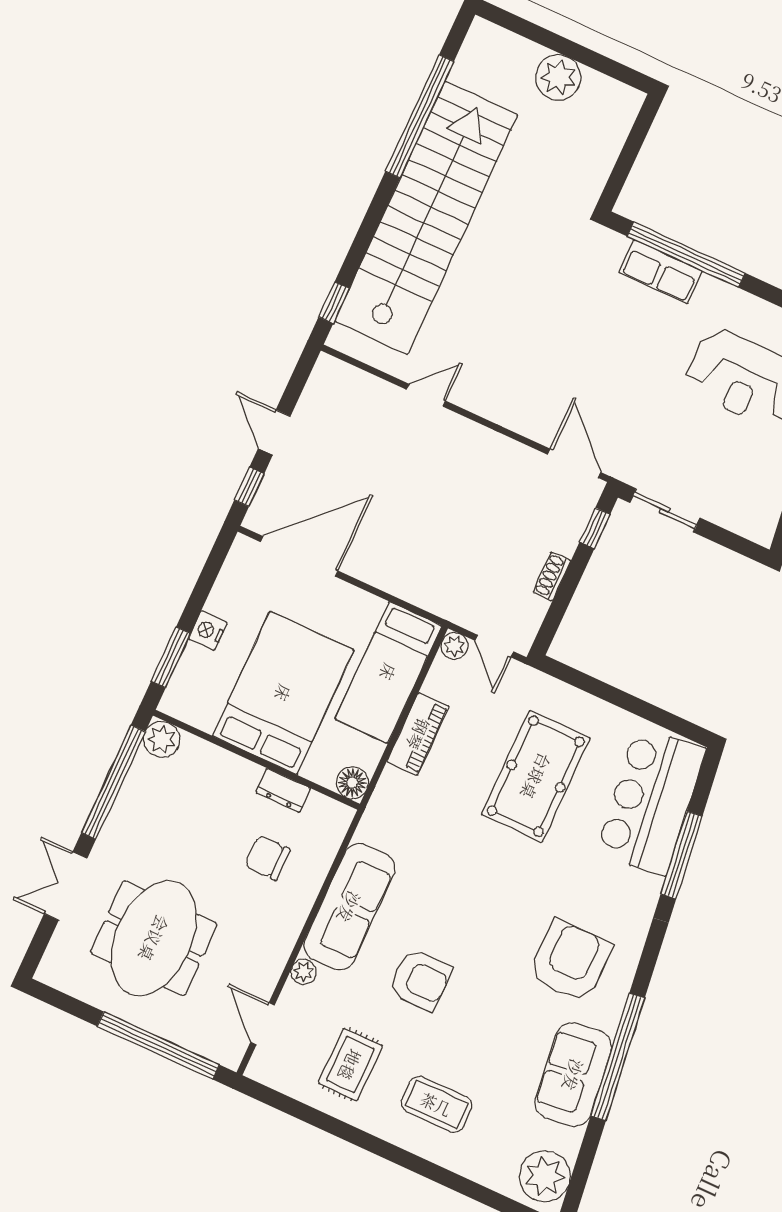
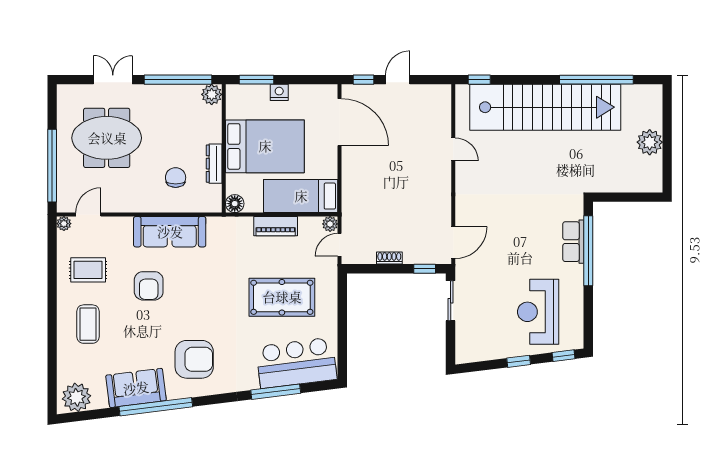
dresser: (283, 790) -> (214, 164), width x1.44
plant: (304, 972) -> (64, 224), moved

